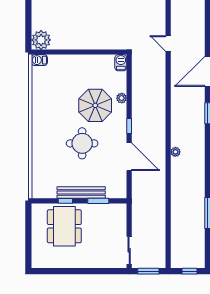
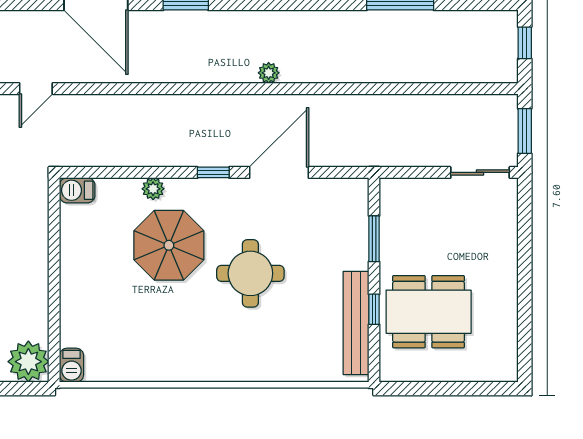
bench: (81, 192) -> (356, 323), moved

